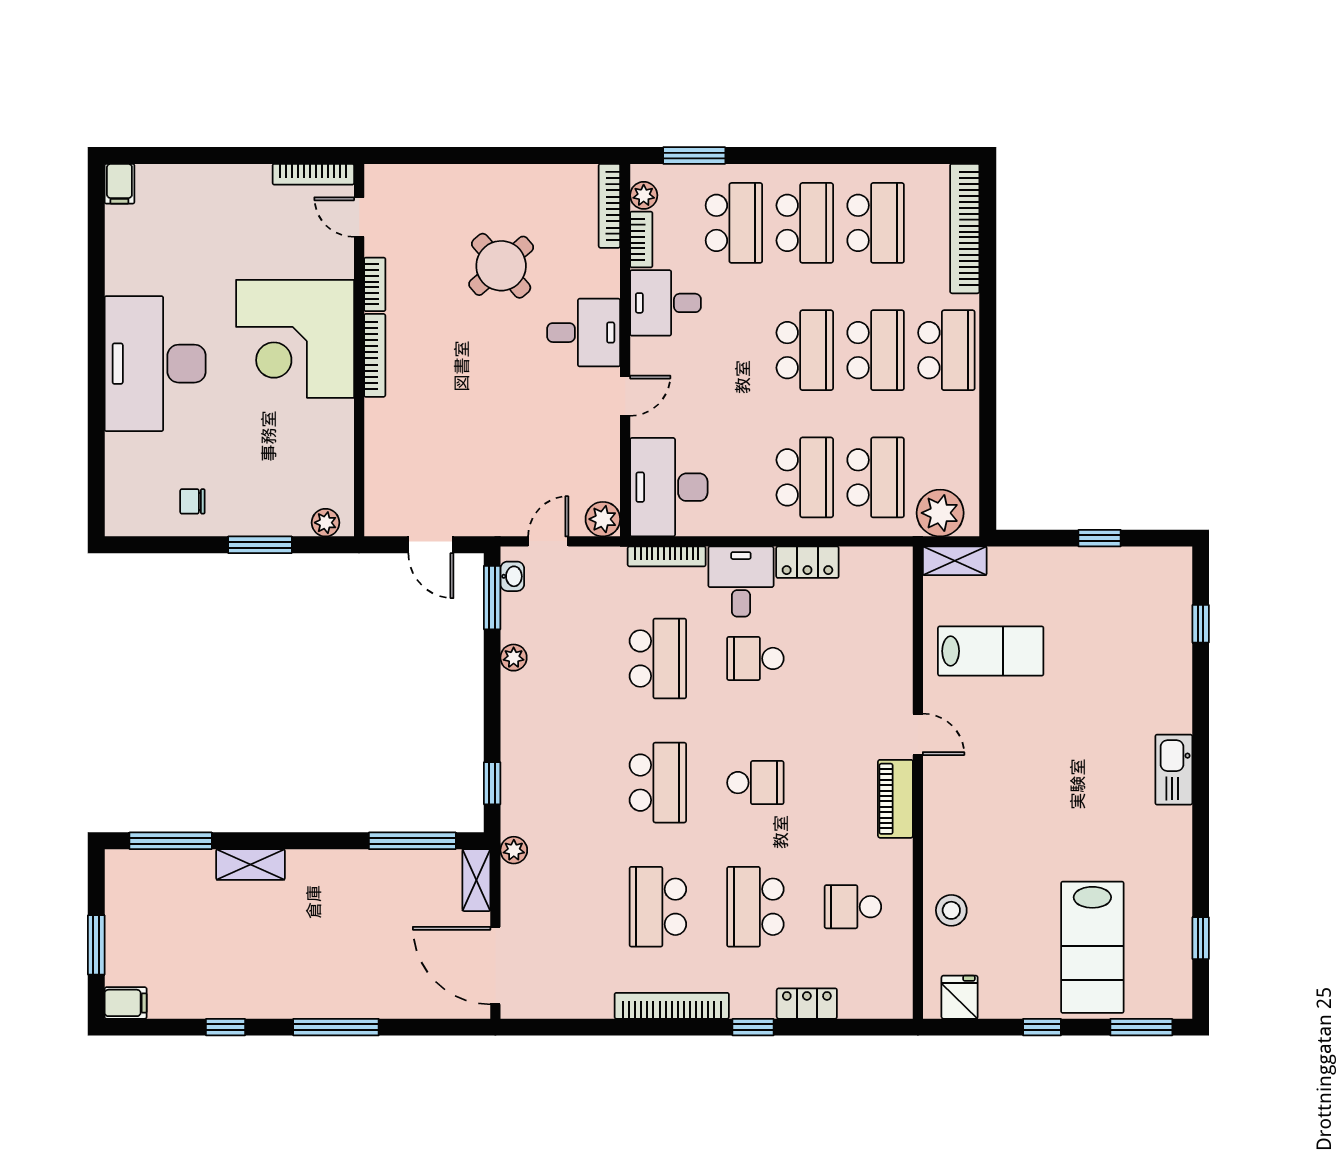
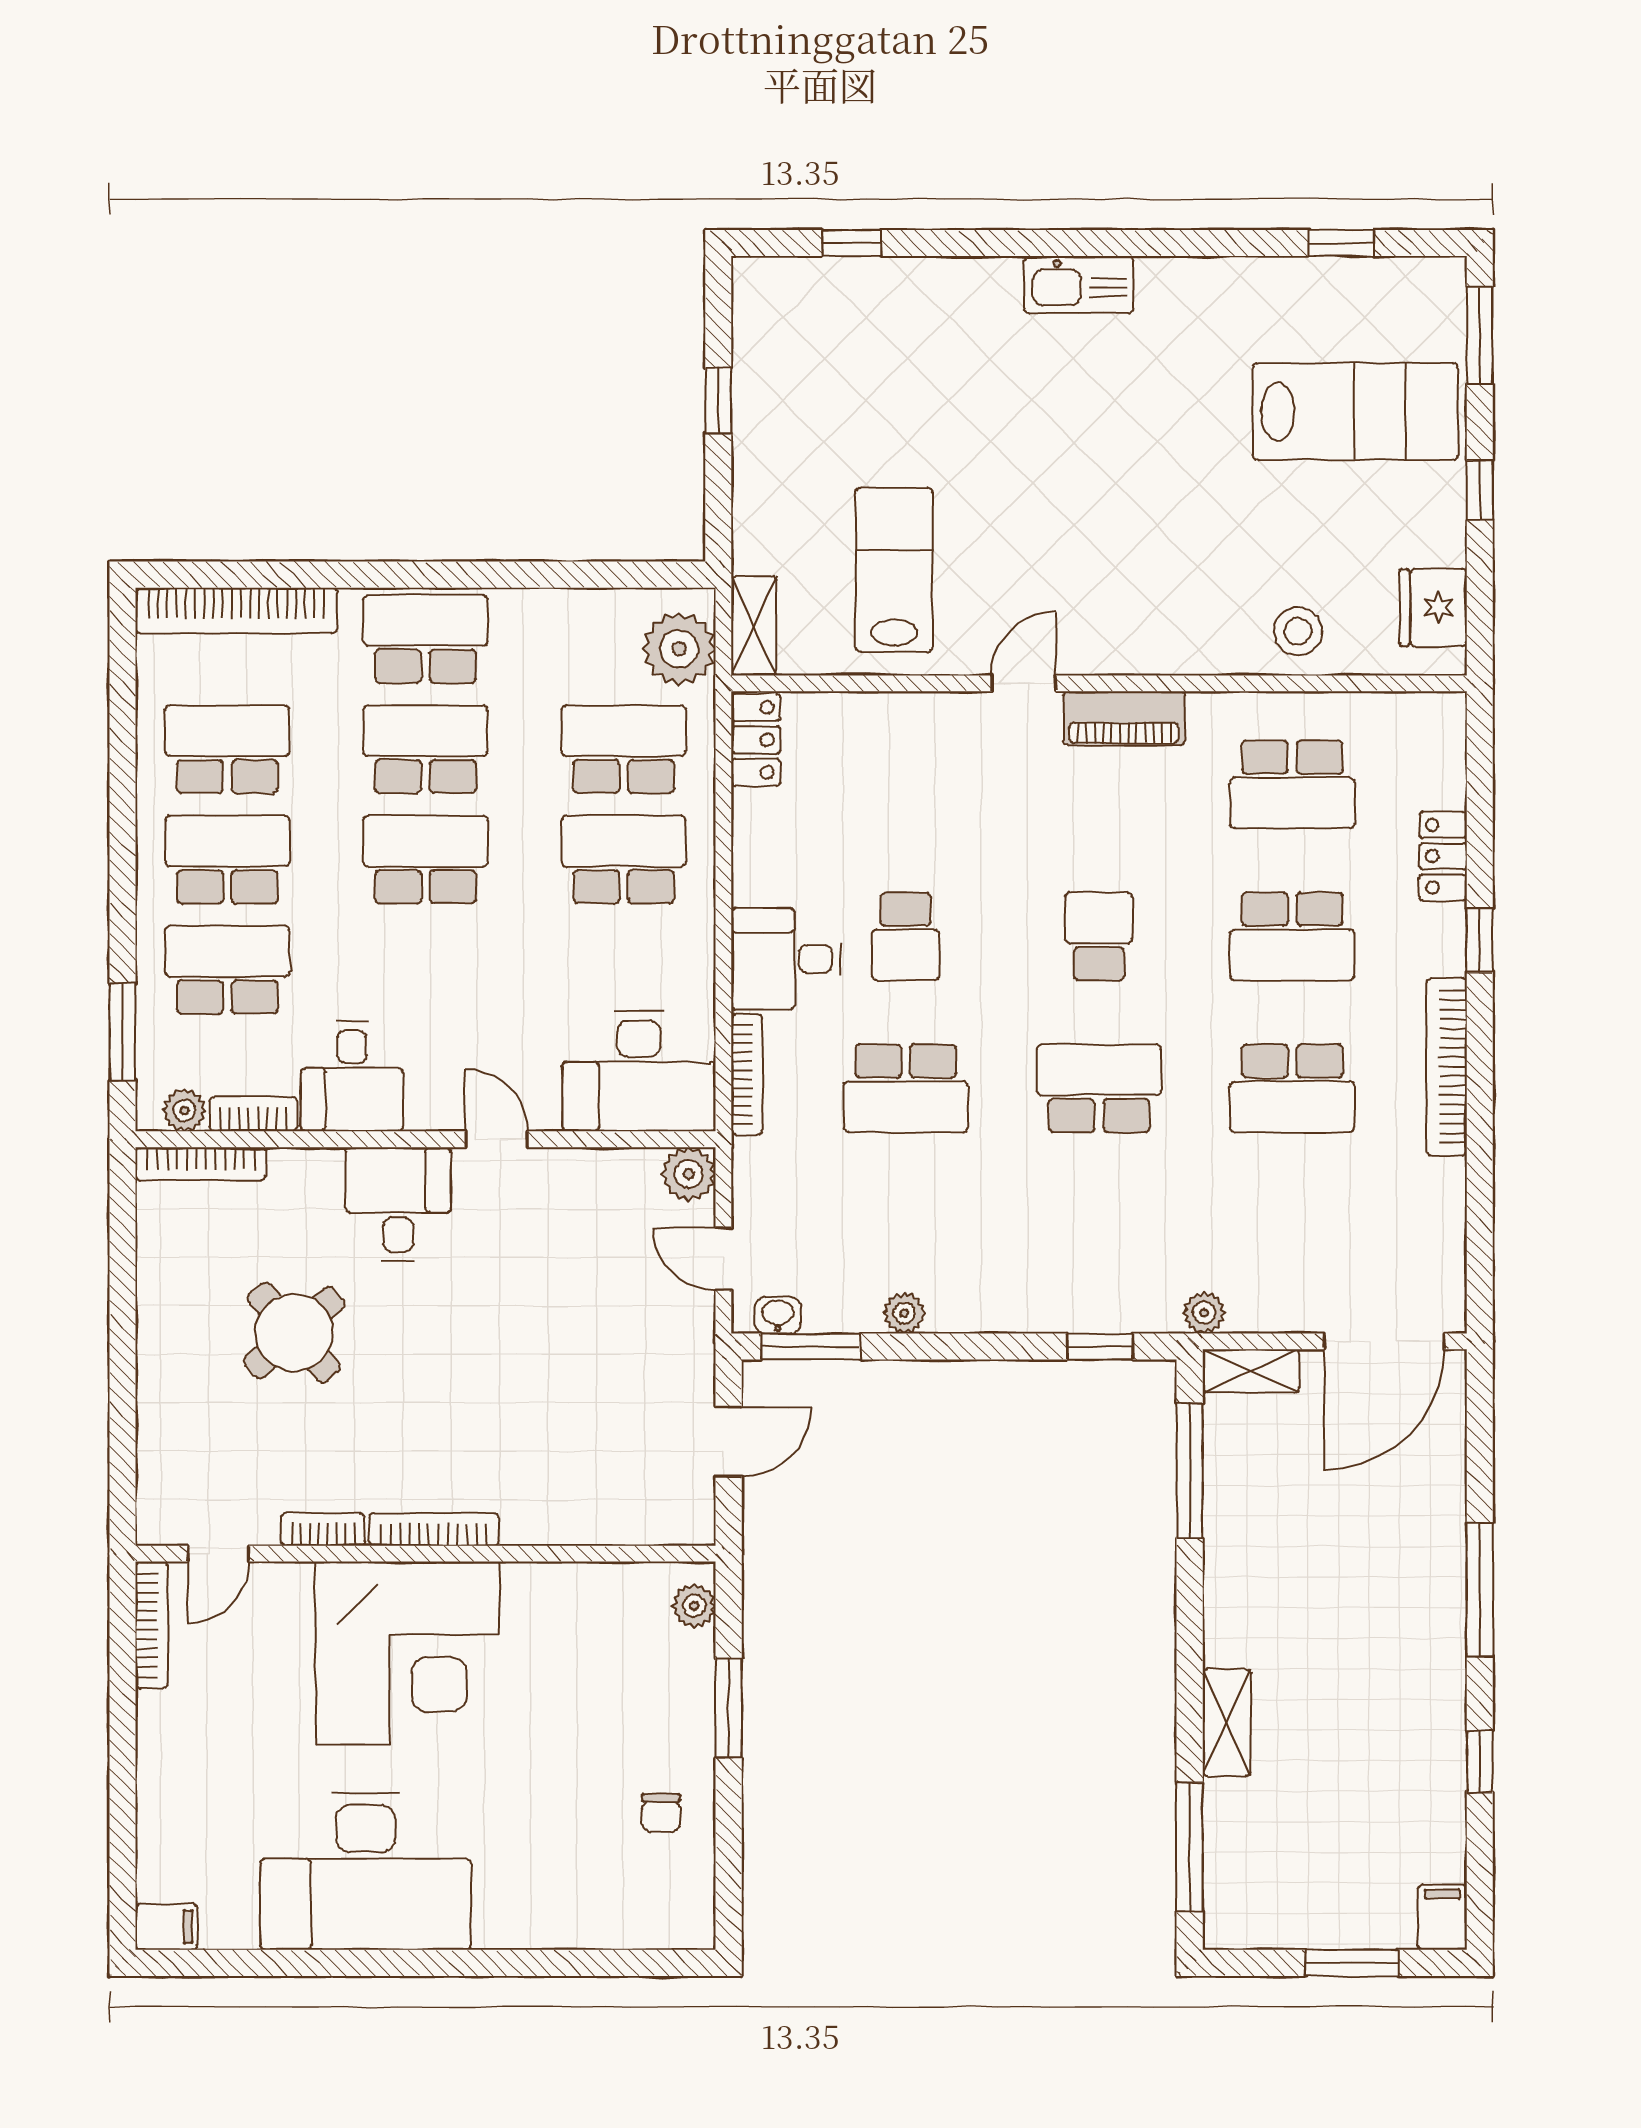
desk: (155, 364) -> (366, 1871), moved
locker: (807, 562) -> (756, 740), moved
school desk: (658, 658) -> (906, 1088), turned 180
school desk: (853, 907) -> (1292, 785), width x1.85
fridge: (960, 997) -> (1433, 608), width x1.38

